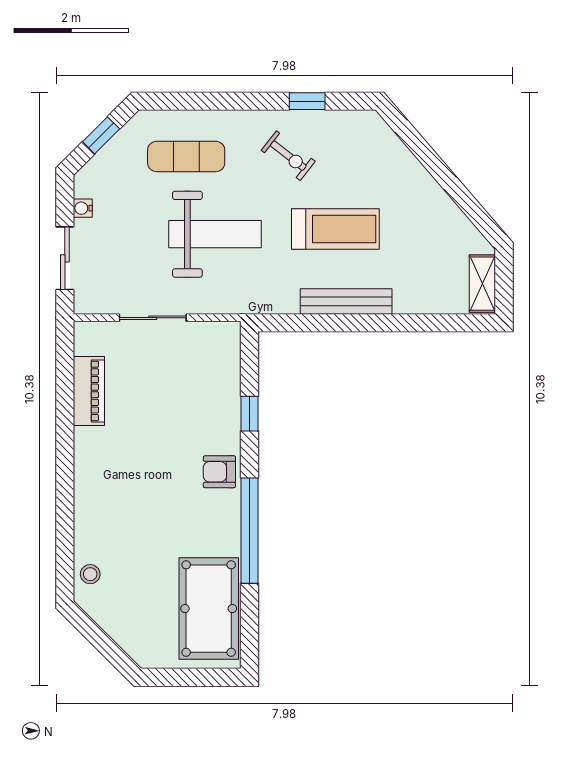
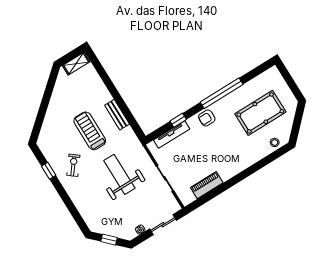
exercise mat: (186, 156) -> (97, 203), removed
bench: (346, 301) -> (117, 115), width x0.73
tv unit: (230, 384) -> (172, 135), added
armchair: (219, 472) -> (207, 118), turned 90
pool table: (209, 609) -> (260, 113), moved

